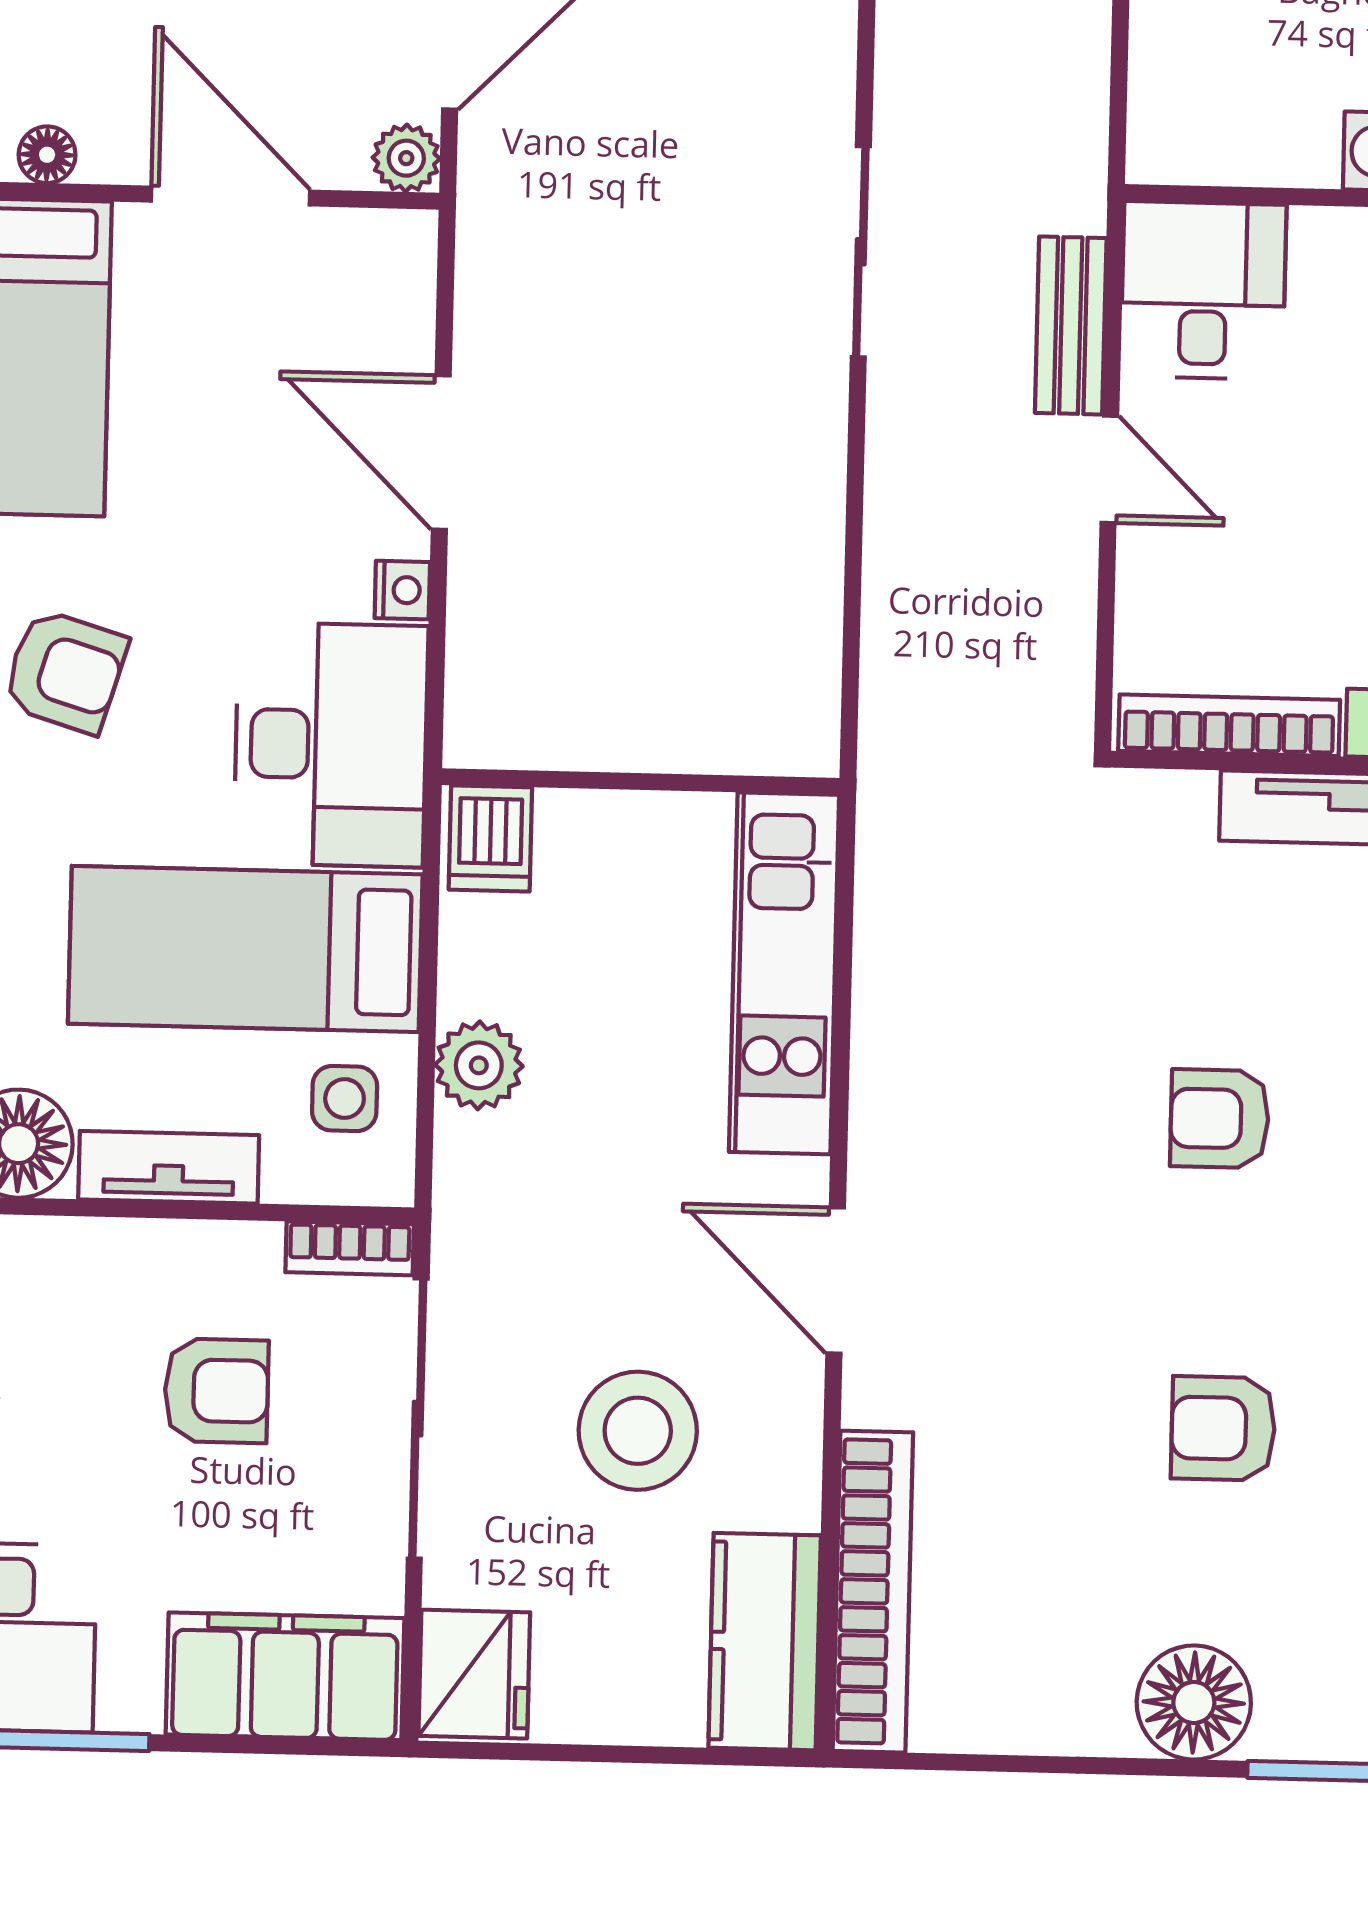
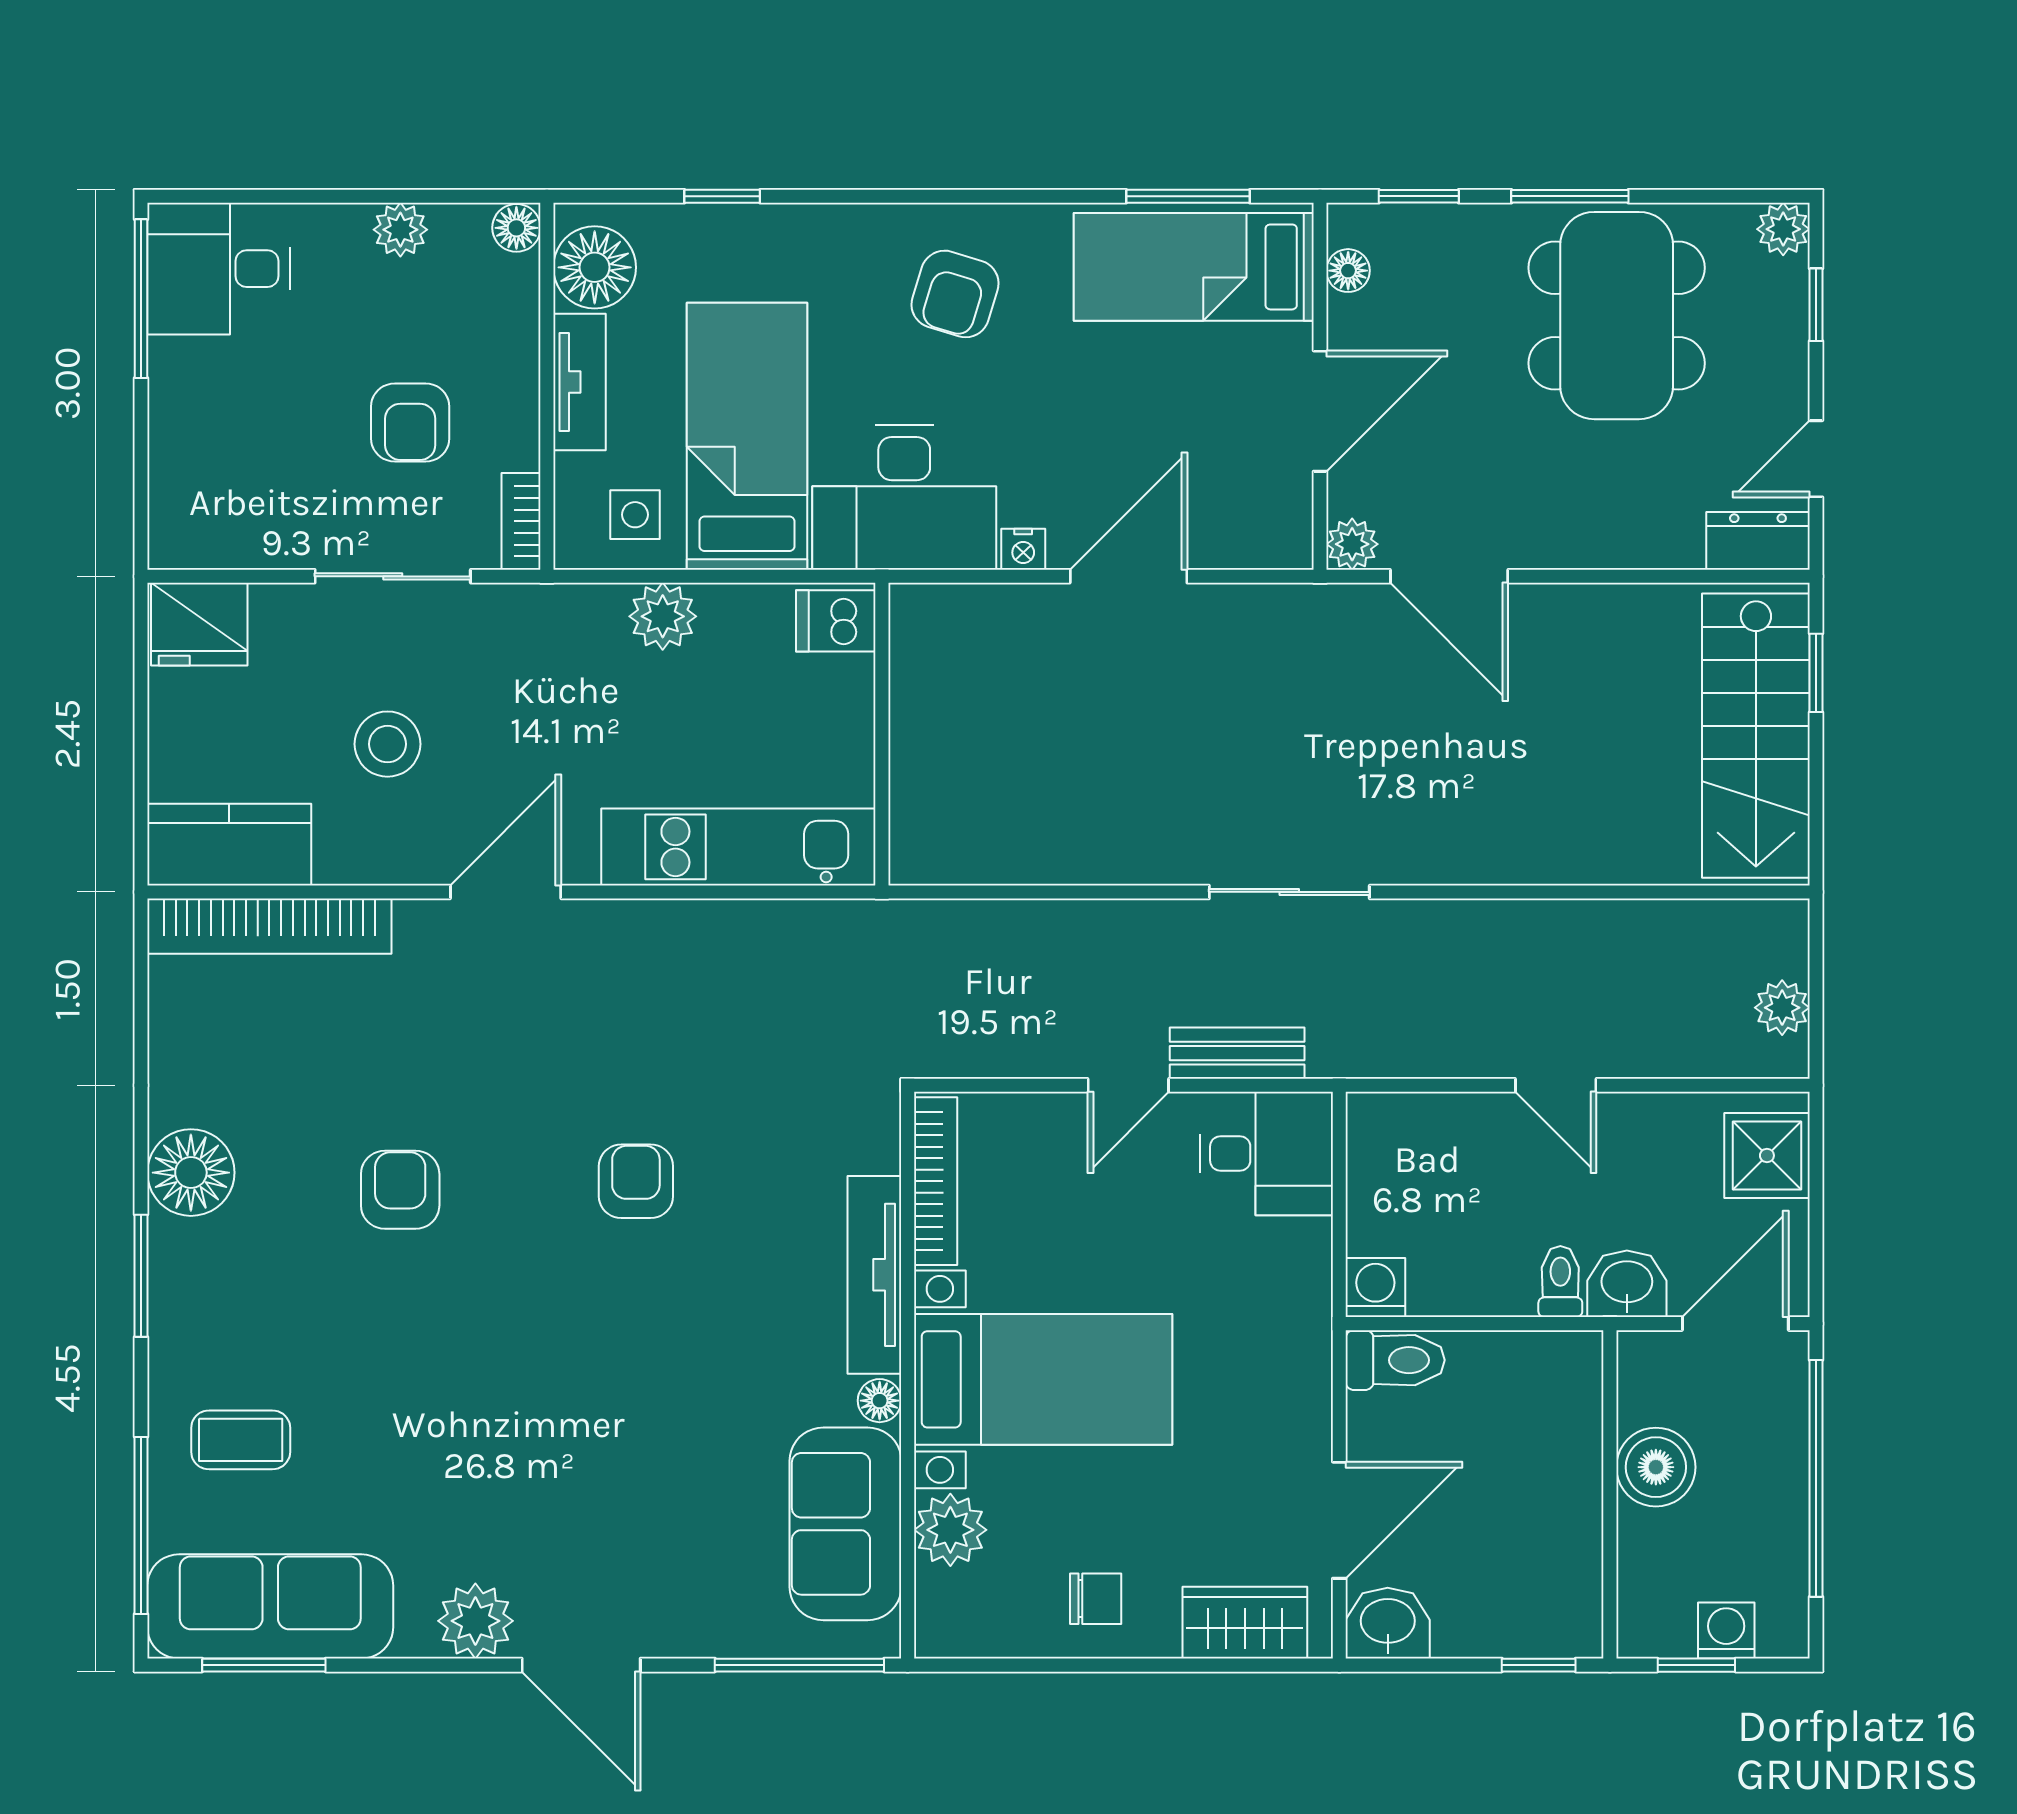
sliding door: (418, 1419) -> (393, 576), width x0.73
stool: (638, 1431) -> (387, 744), width x0.73, depth x0.73
filing cabinet: (285, 1676) -> (194, 480), removed

